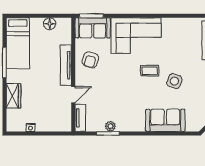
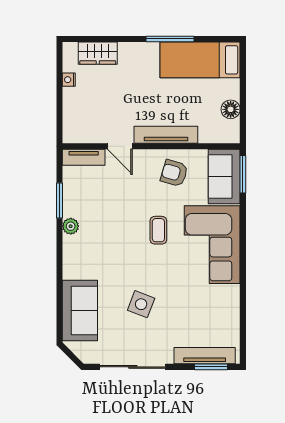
coffee table: (150, 71) -> (158, 230), moved
wardrobe: (13, 96) -> (98, 53), moved
sofa: (165, 120) -> (80, 310), moved
plant: (110, 126) -> (71, 226), moved

